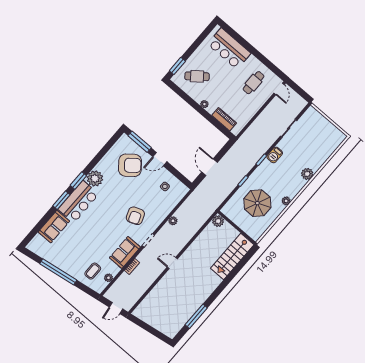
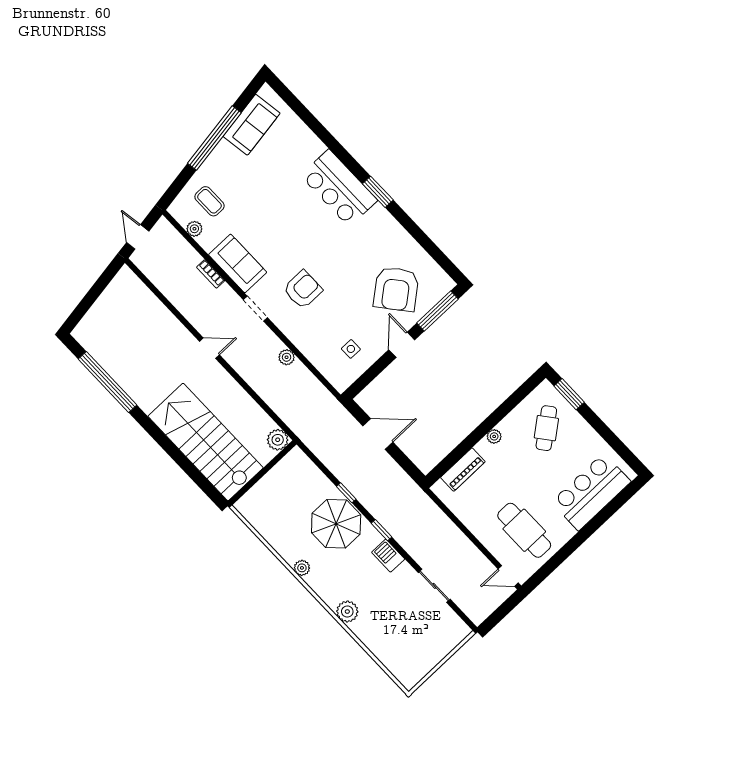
cafe table: (254, 83) -> (524, 530), width x1.37, depth x1.35
plant: (95, 178) -> (378, 222), removed
window: (61, 200) -> (345, 157), removed
parasol: (257, 203) -> (336, 524), moved
armchair: (135, 216) -> (303, 289), turned 111
sofa: (54, 227) -> (252, 125), moved, turned -99
stairs: (232, 256) -> (206, 442), width x1.36, depth x1.51
door: (172, 263) -> (209, 348), hinge flipped
window: (196, 316) -> (108, 382), width x1.46

